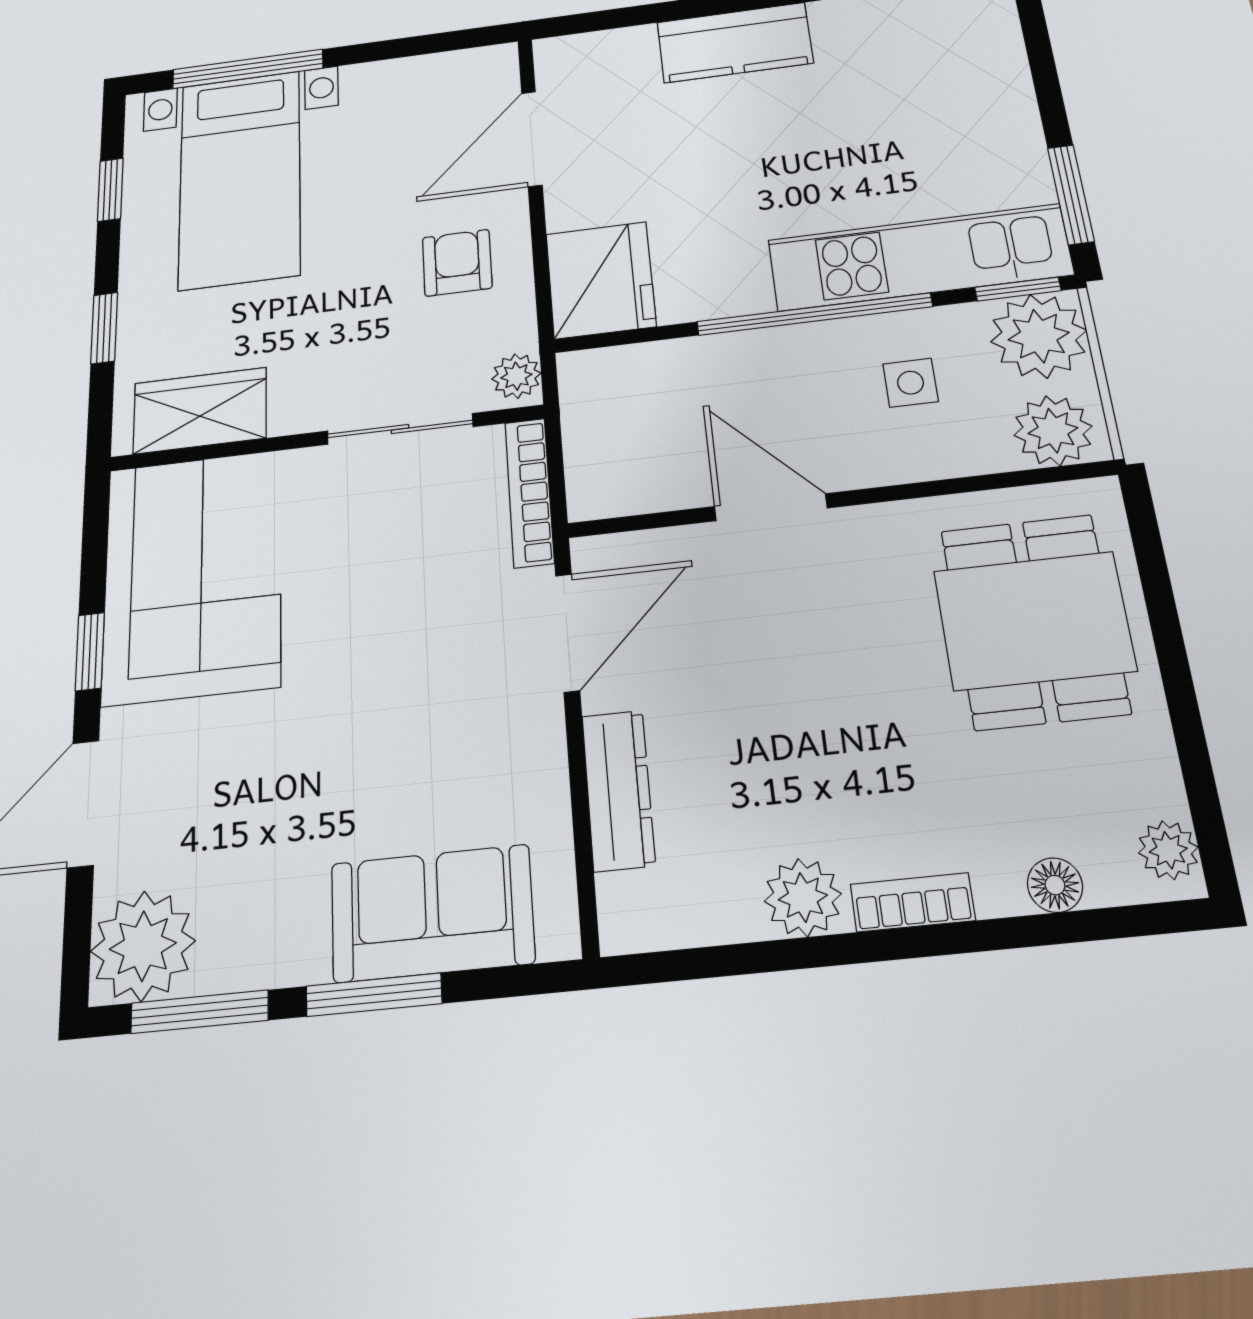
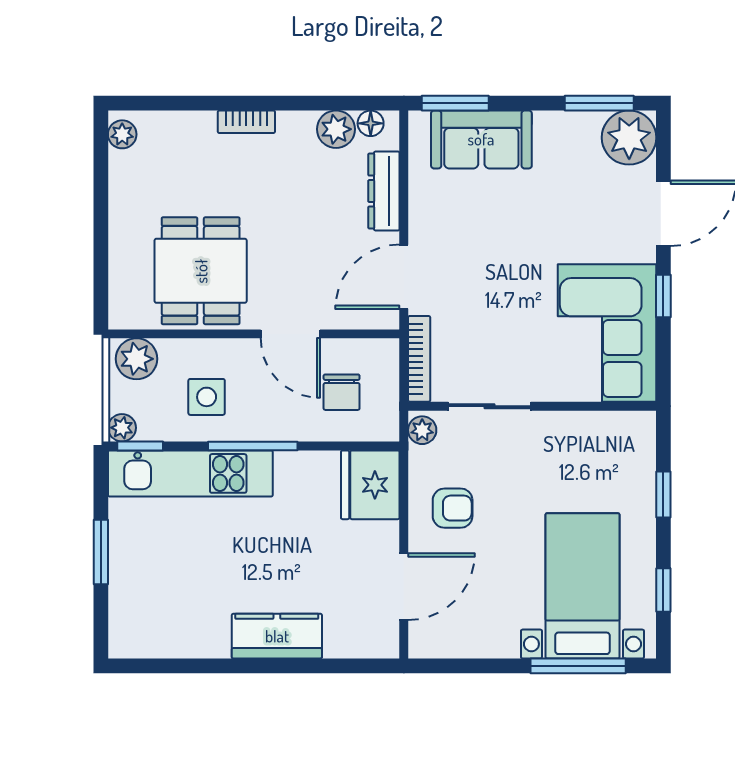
window: (1071, 194) -> (101, 552), moved
armchair: (457, 263) -> (453, 508), turned -90
window: (814, 314) -> (253, 446), width x0.68
plant: (1039, 336) -> (122, 428), width x0.53, depth x0.53
side table: (911, 383) -> (207, 397), width x1.37, depth x1.37
wardrobe: (200, 411) -> (605, 433), removed
chair: (665, 420) -> (342, 392), added
dining table: (1034, 621) -> (201, 271), moved
floor lamp: (1055, 885) -> (371, 123), moved
plant: (803, 897) -> (336, 129), moved
window: (374, 995) -> (455, 103), moved

